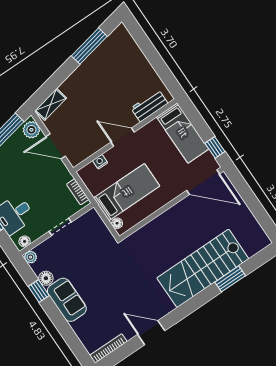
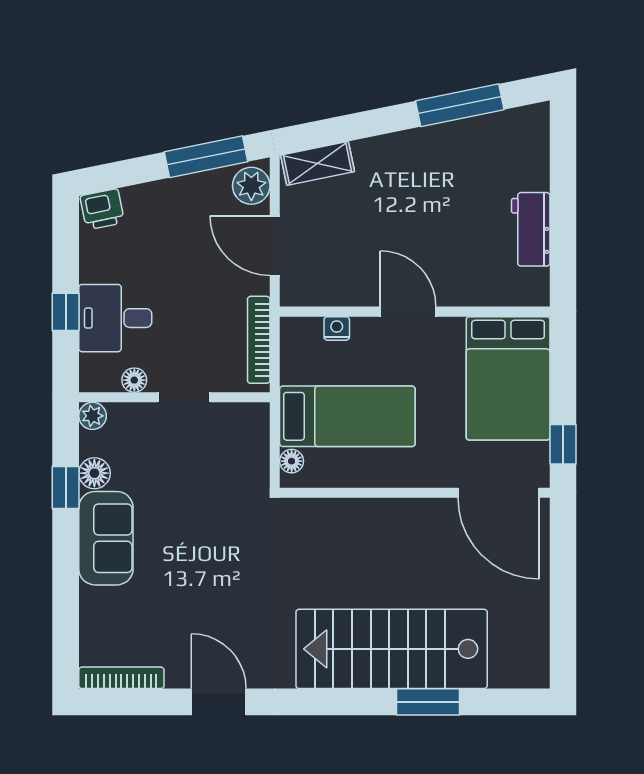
workbench: (149, 106) -> (531, 229), moved, turned -90
bed: (183, 133) -> (508, 378), width x1.50
bookcase: (78, 192) -> (259, 340), width x1.56
floor lamp: (25, 241) -> (134, 380), moved

